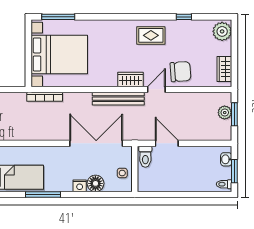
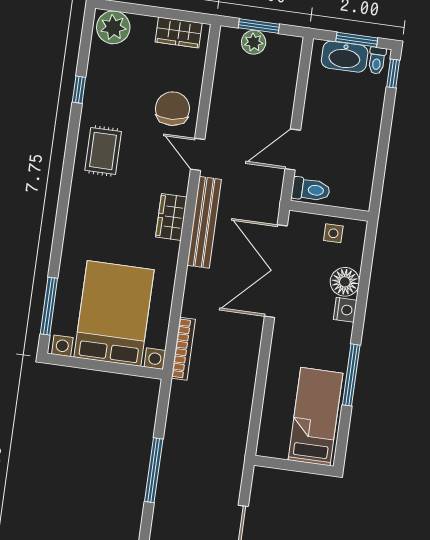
wardrobe: (130, 79) -> (171, 217), moved
washbasin: (226, 159) -> (345, 57), width x1.91, depth x1.45
window: (218, 194) -> (393, 74), added

